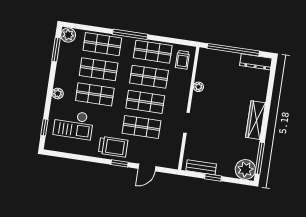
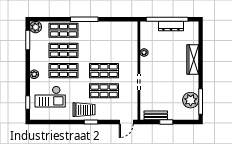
shop shelf: (153, 52) -> (104, 30), removed
trolley: (182, 60) -> (128, 33), removed
dresser: (256, 62) -> (171, 26), moved
shop shelf: (149, 77) -> (104, 50), removed
wardrobe: (256, 120) -> (193, 59), moved
door: (147, 167) -> (126, 122), moved
plant: (245, 169) -> (191, 100), moved

